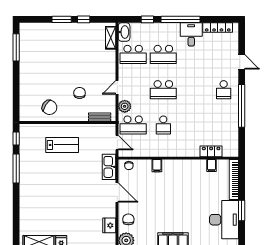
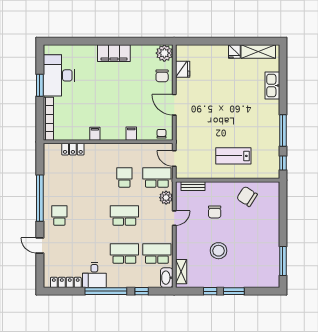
stool: (76, 57) -> (219, 251), added
filing cabinet: (211, 165) -> (95, 134), moved
kitchen sink: (109, 167) -> (272, 86), moved, turned 180

